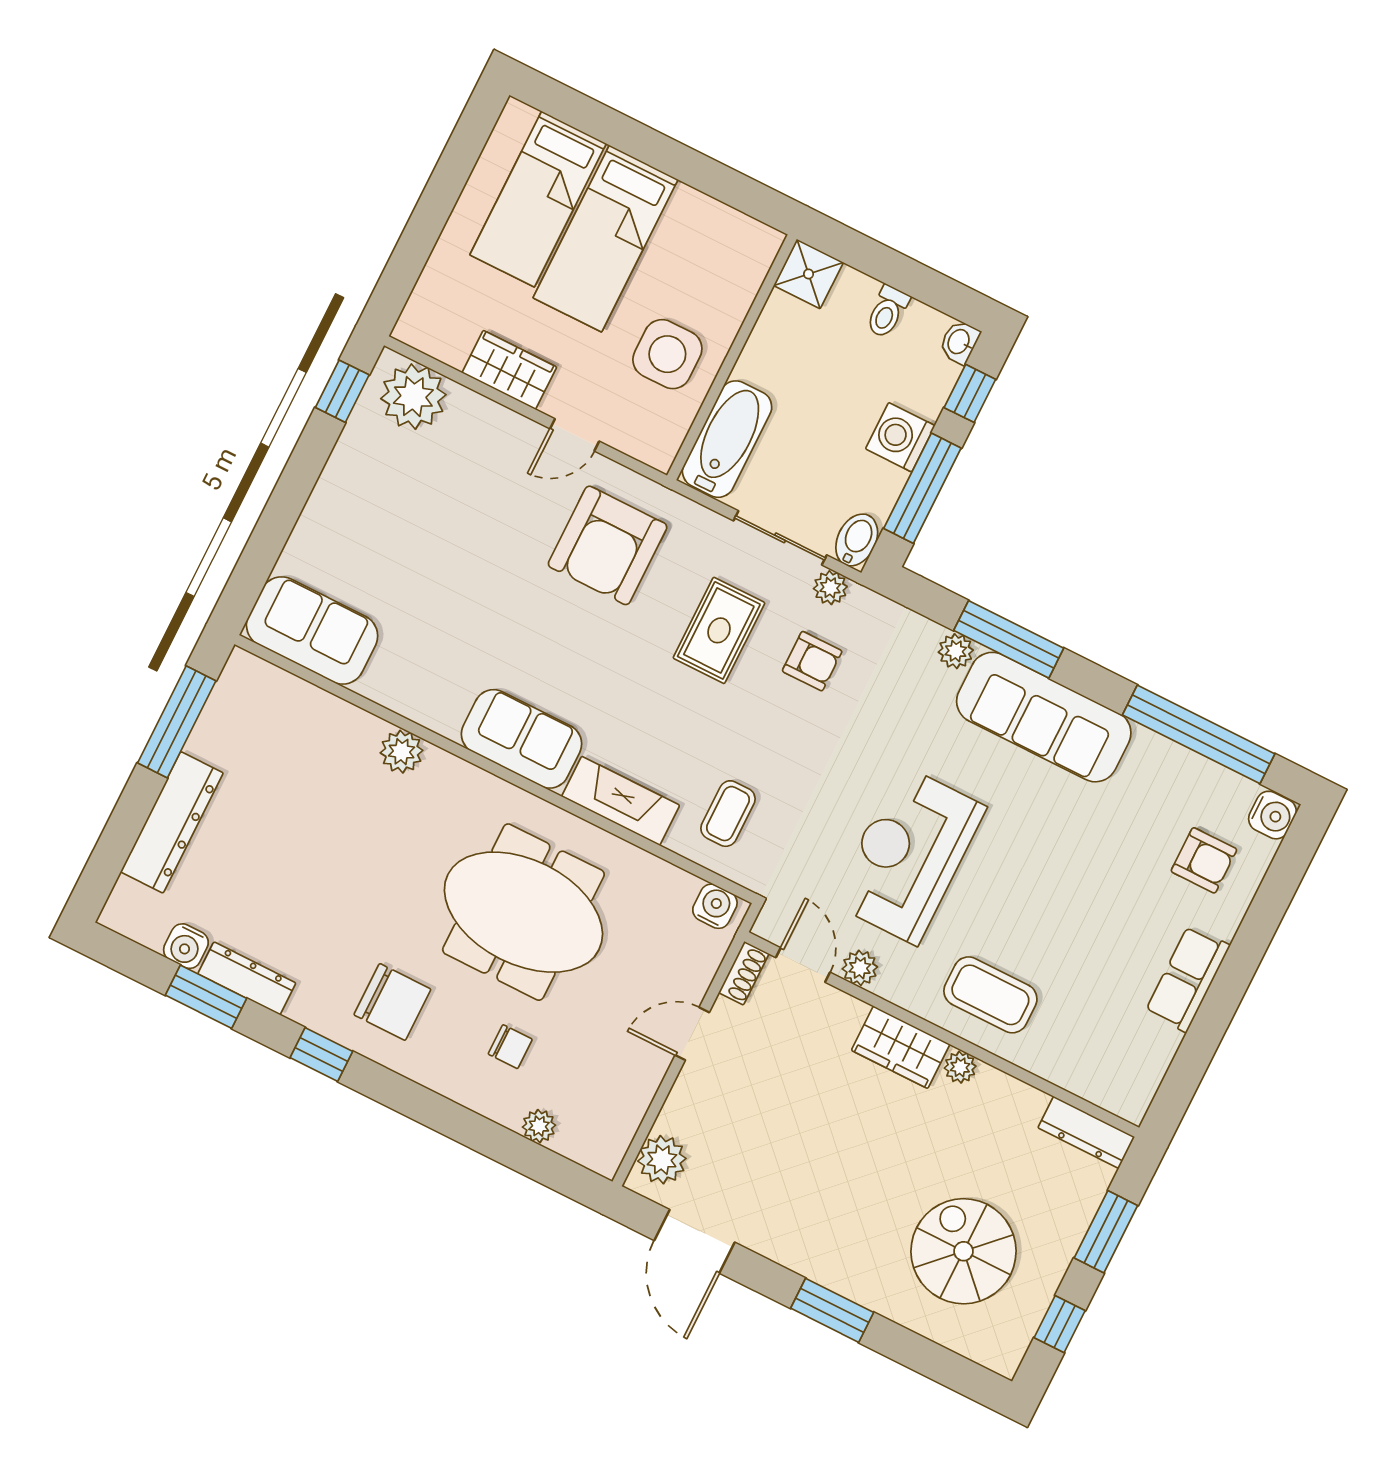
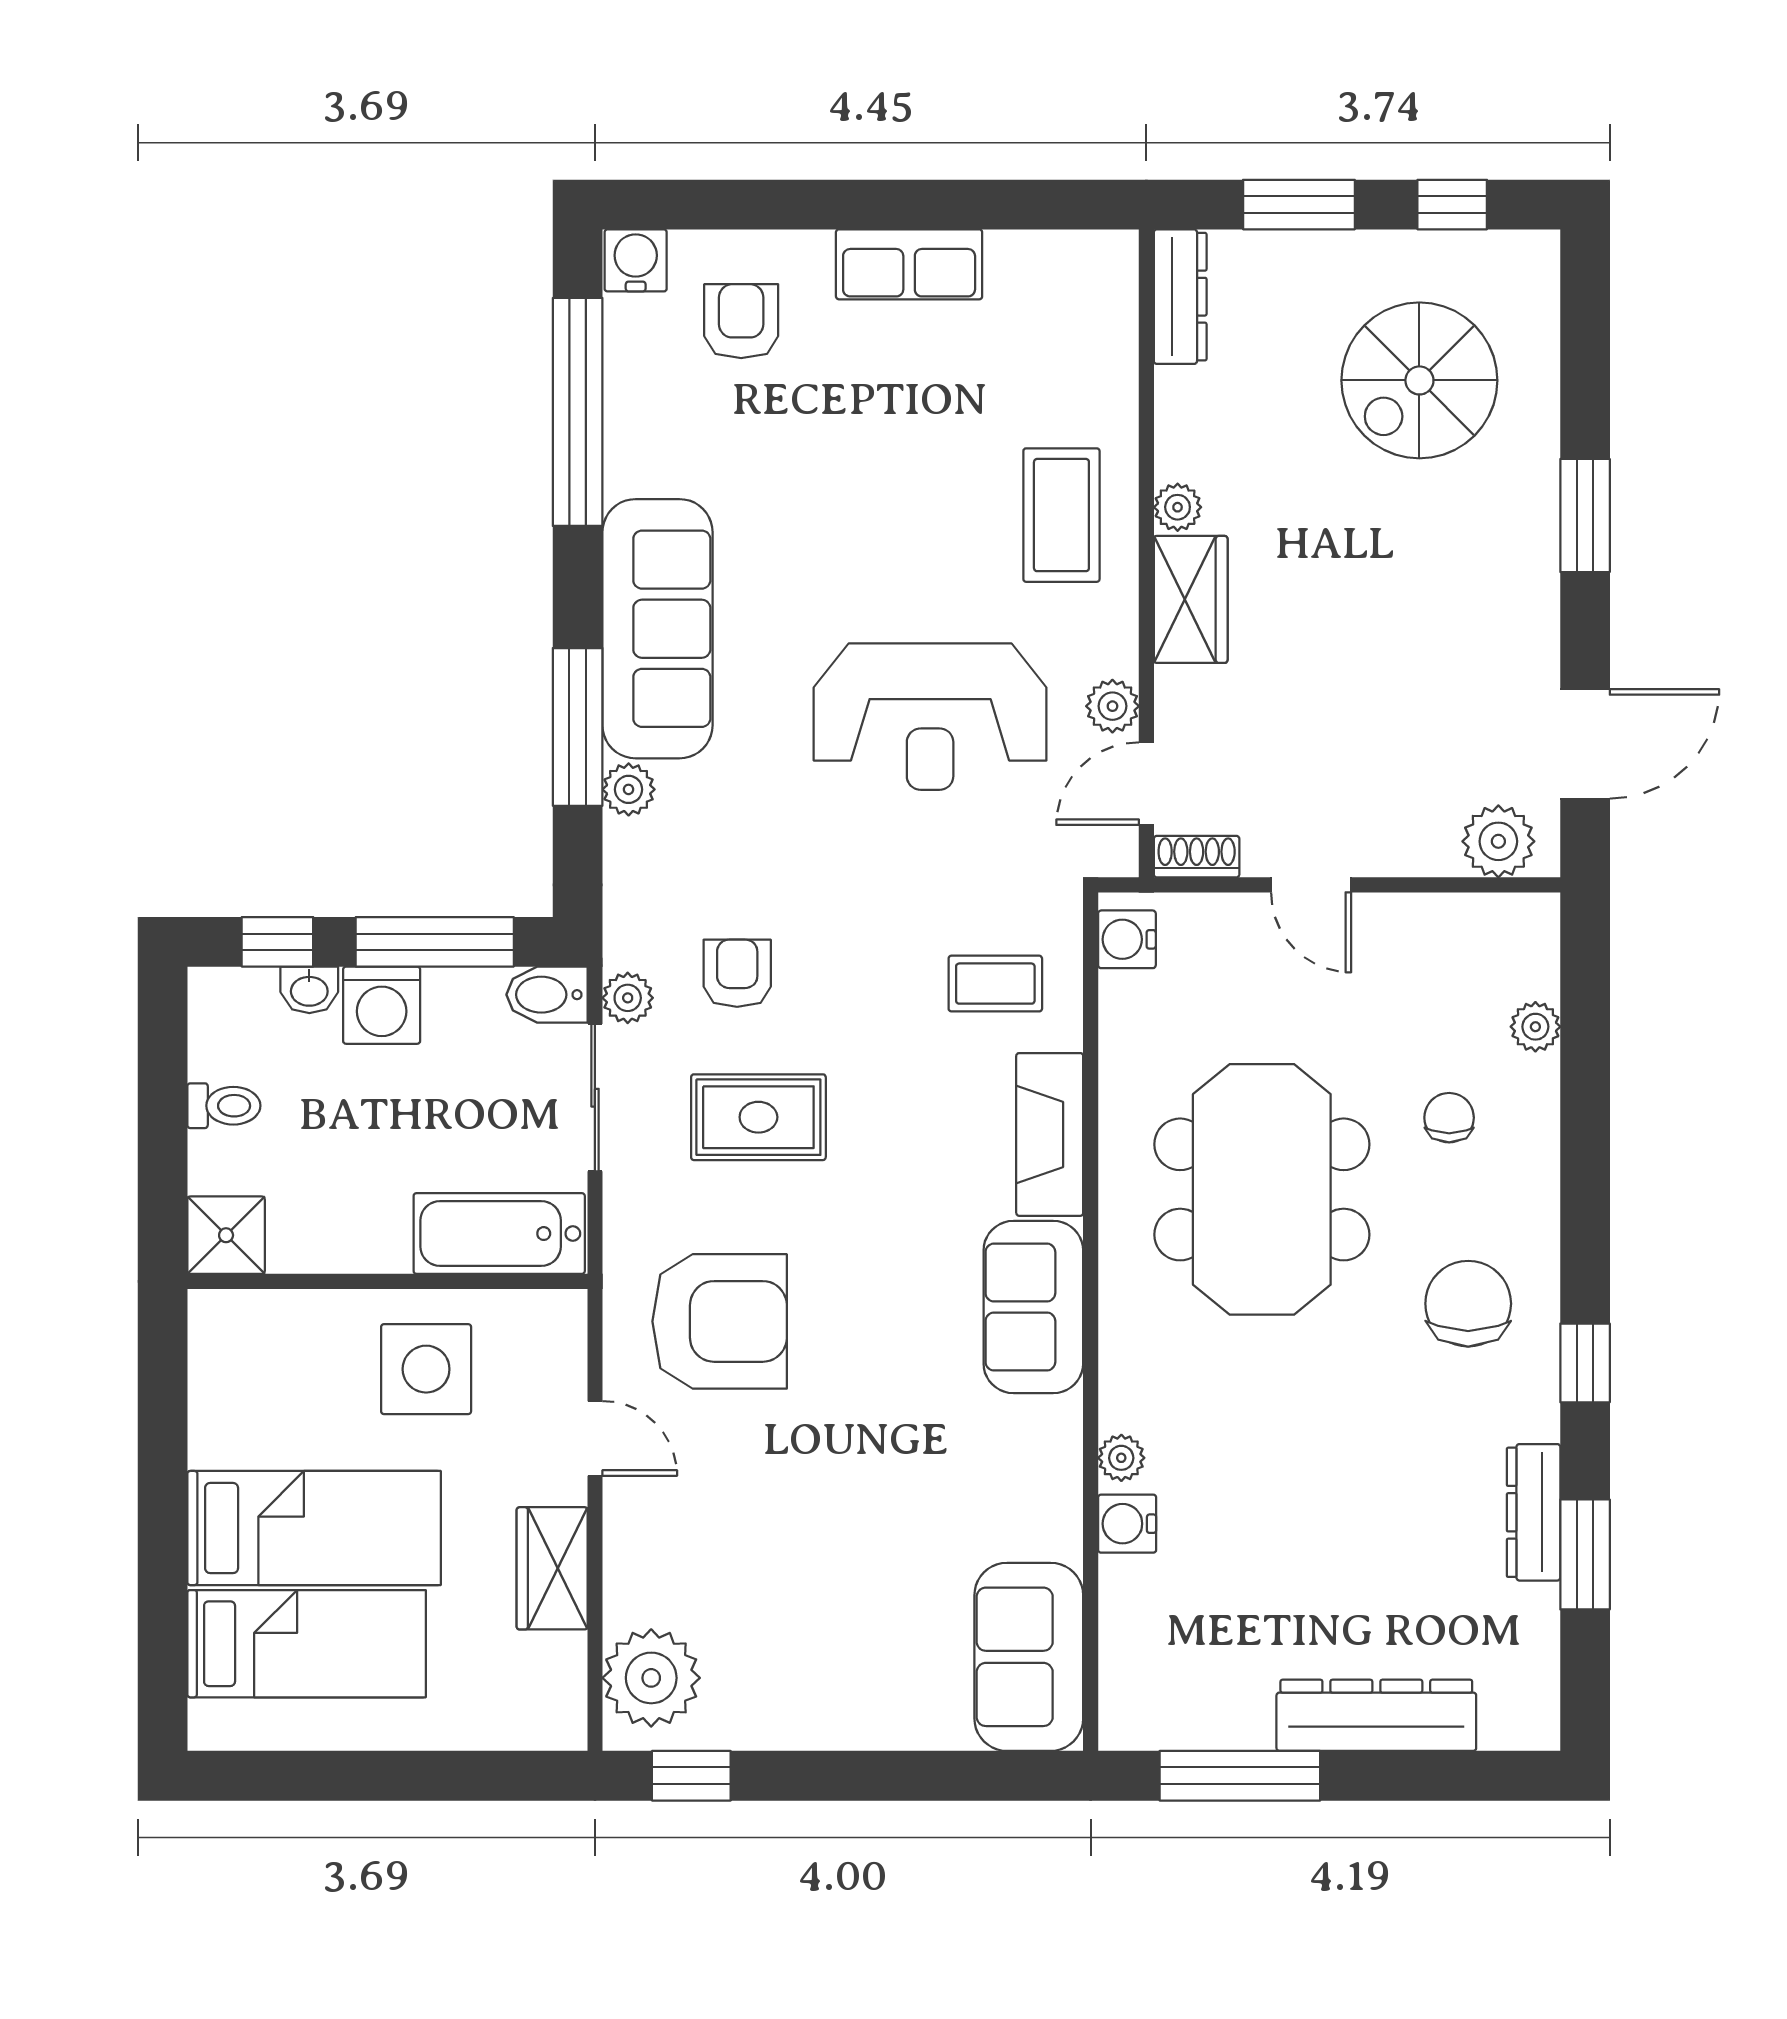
washbasin: (959, 342) -> (309, 990), moved
plant: (402, 752) -> (1121, 1458), width x0.73, depth x0.73
water cooler: (186, 946) -> (1127, 1524), moved, turned 180

